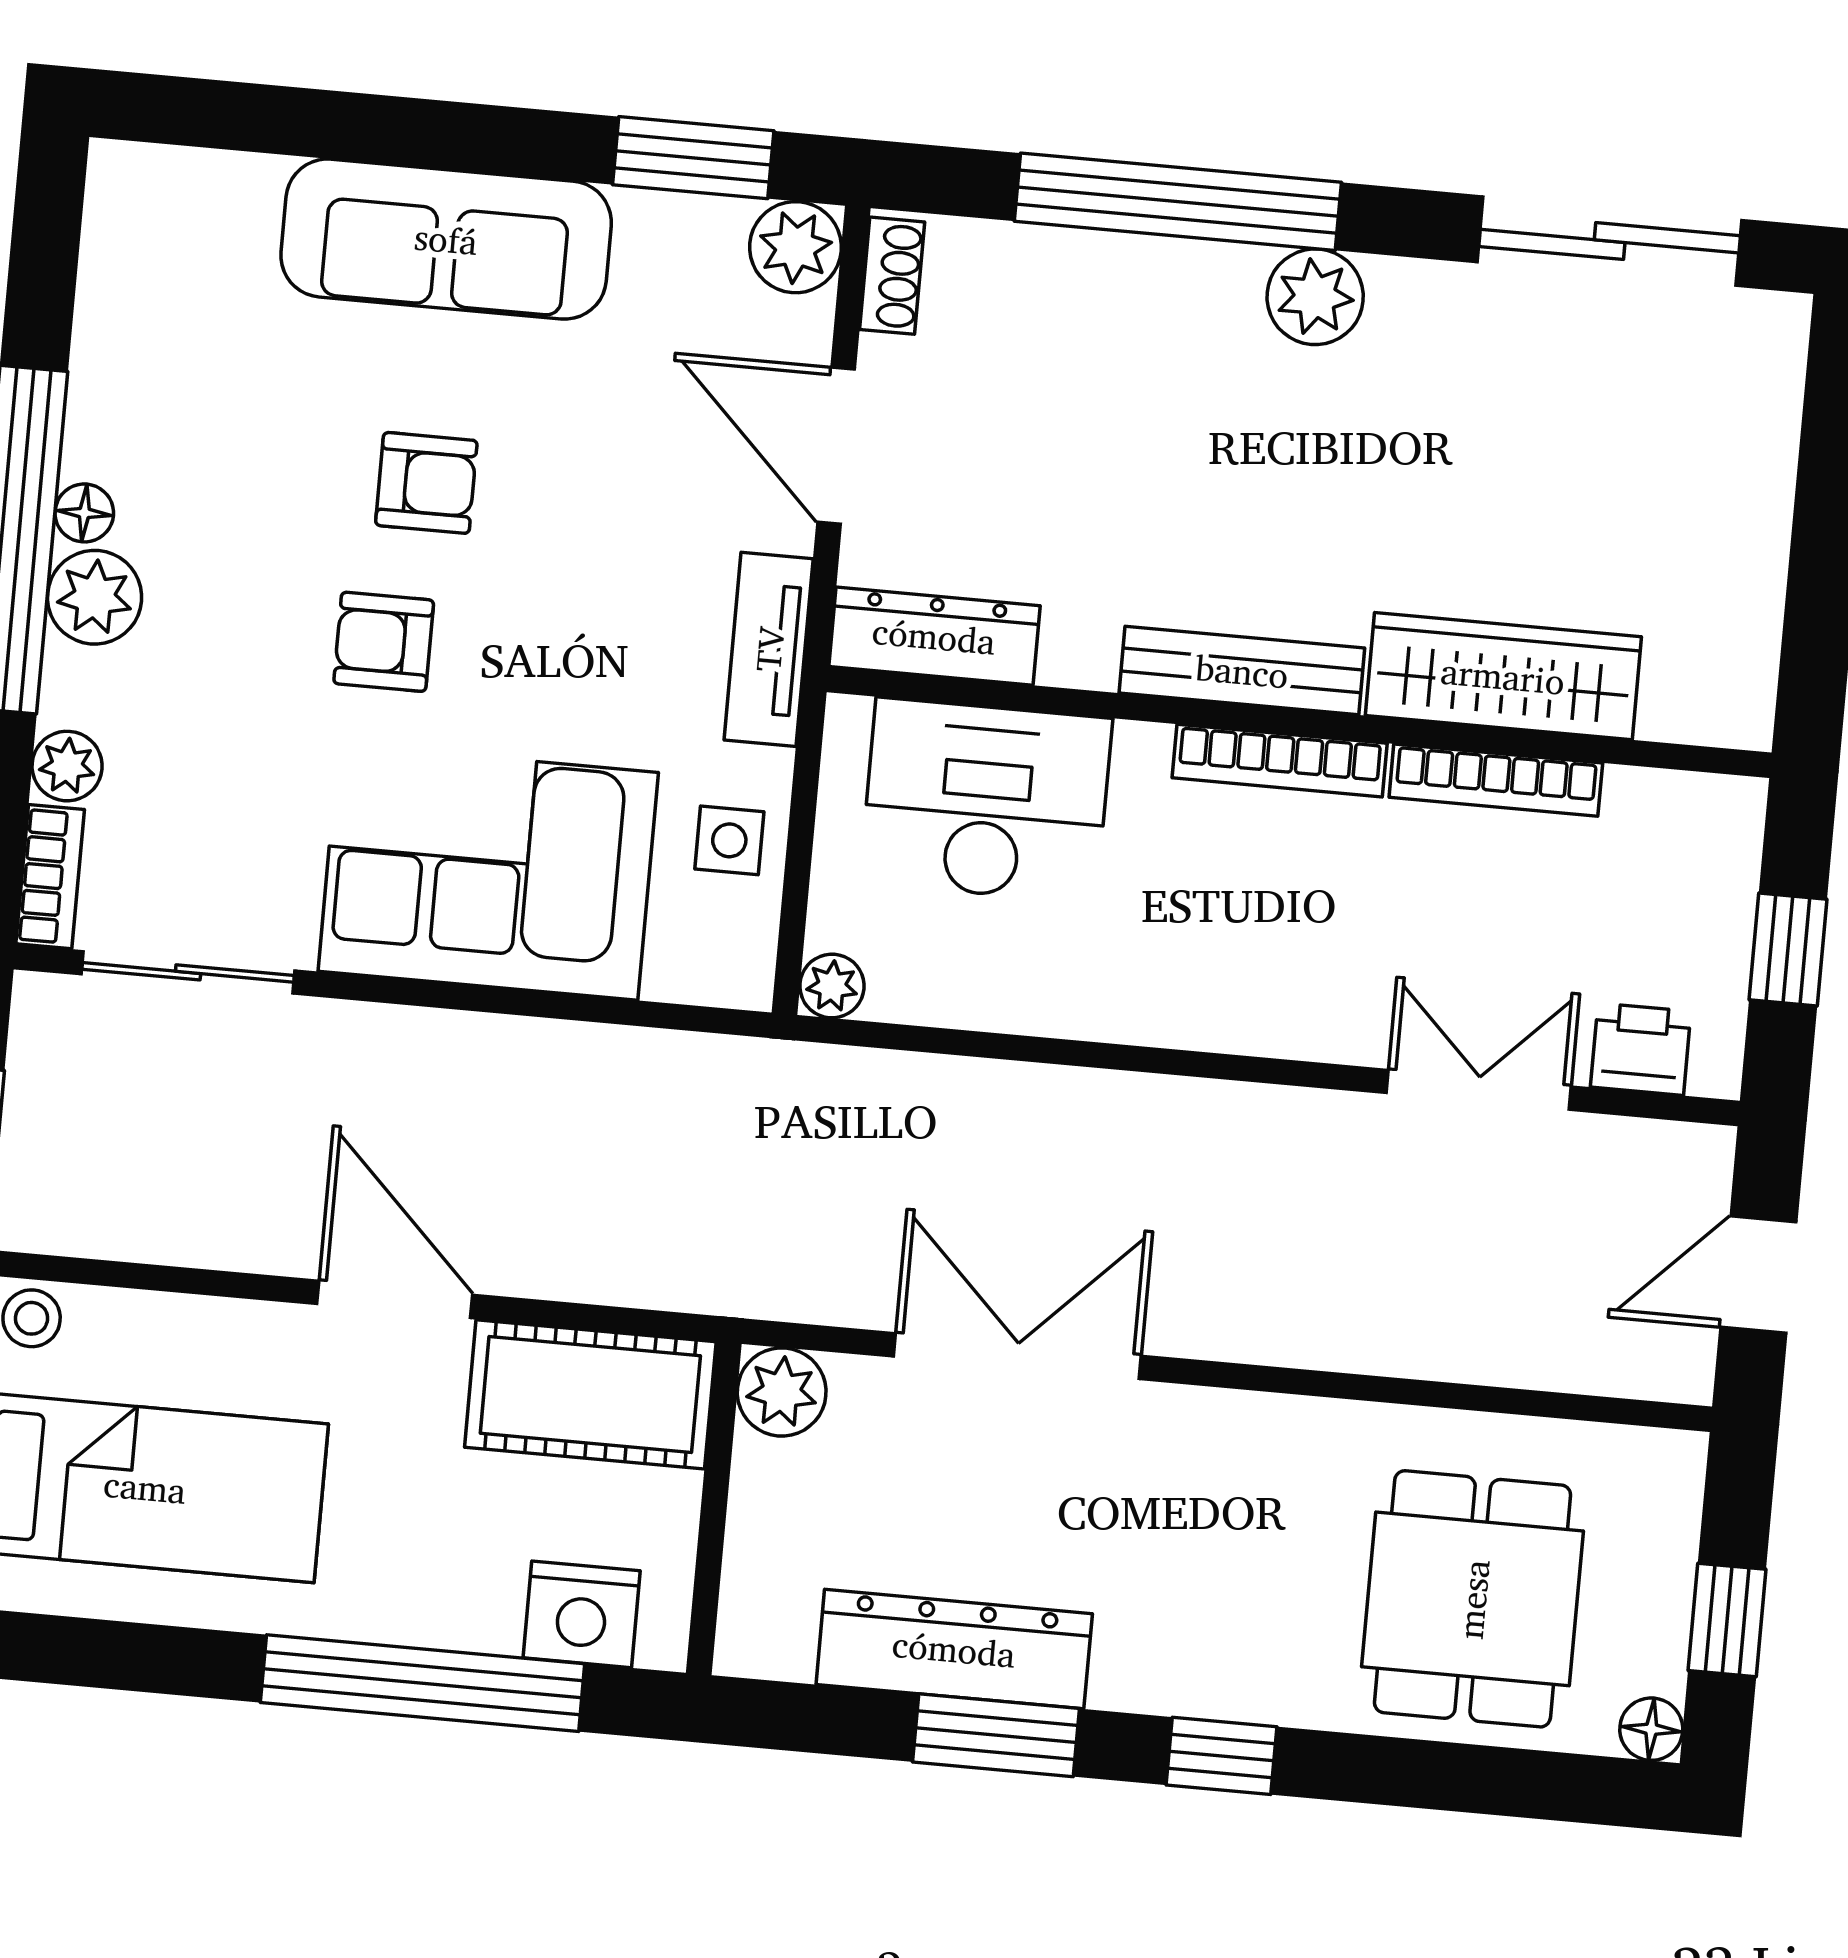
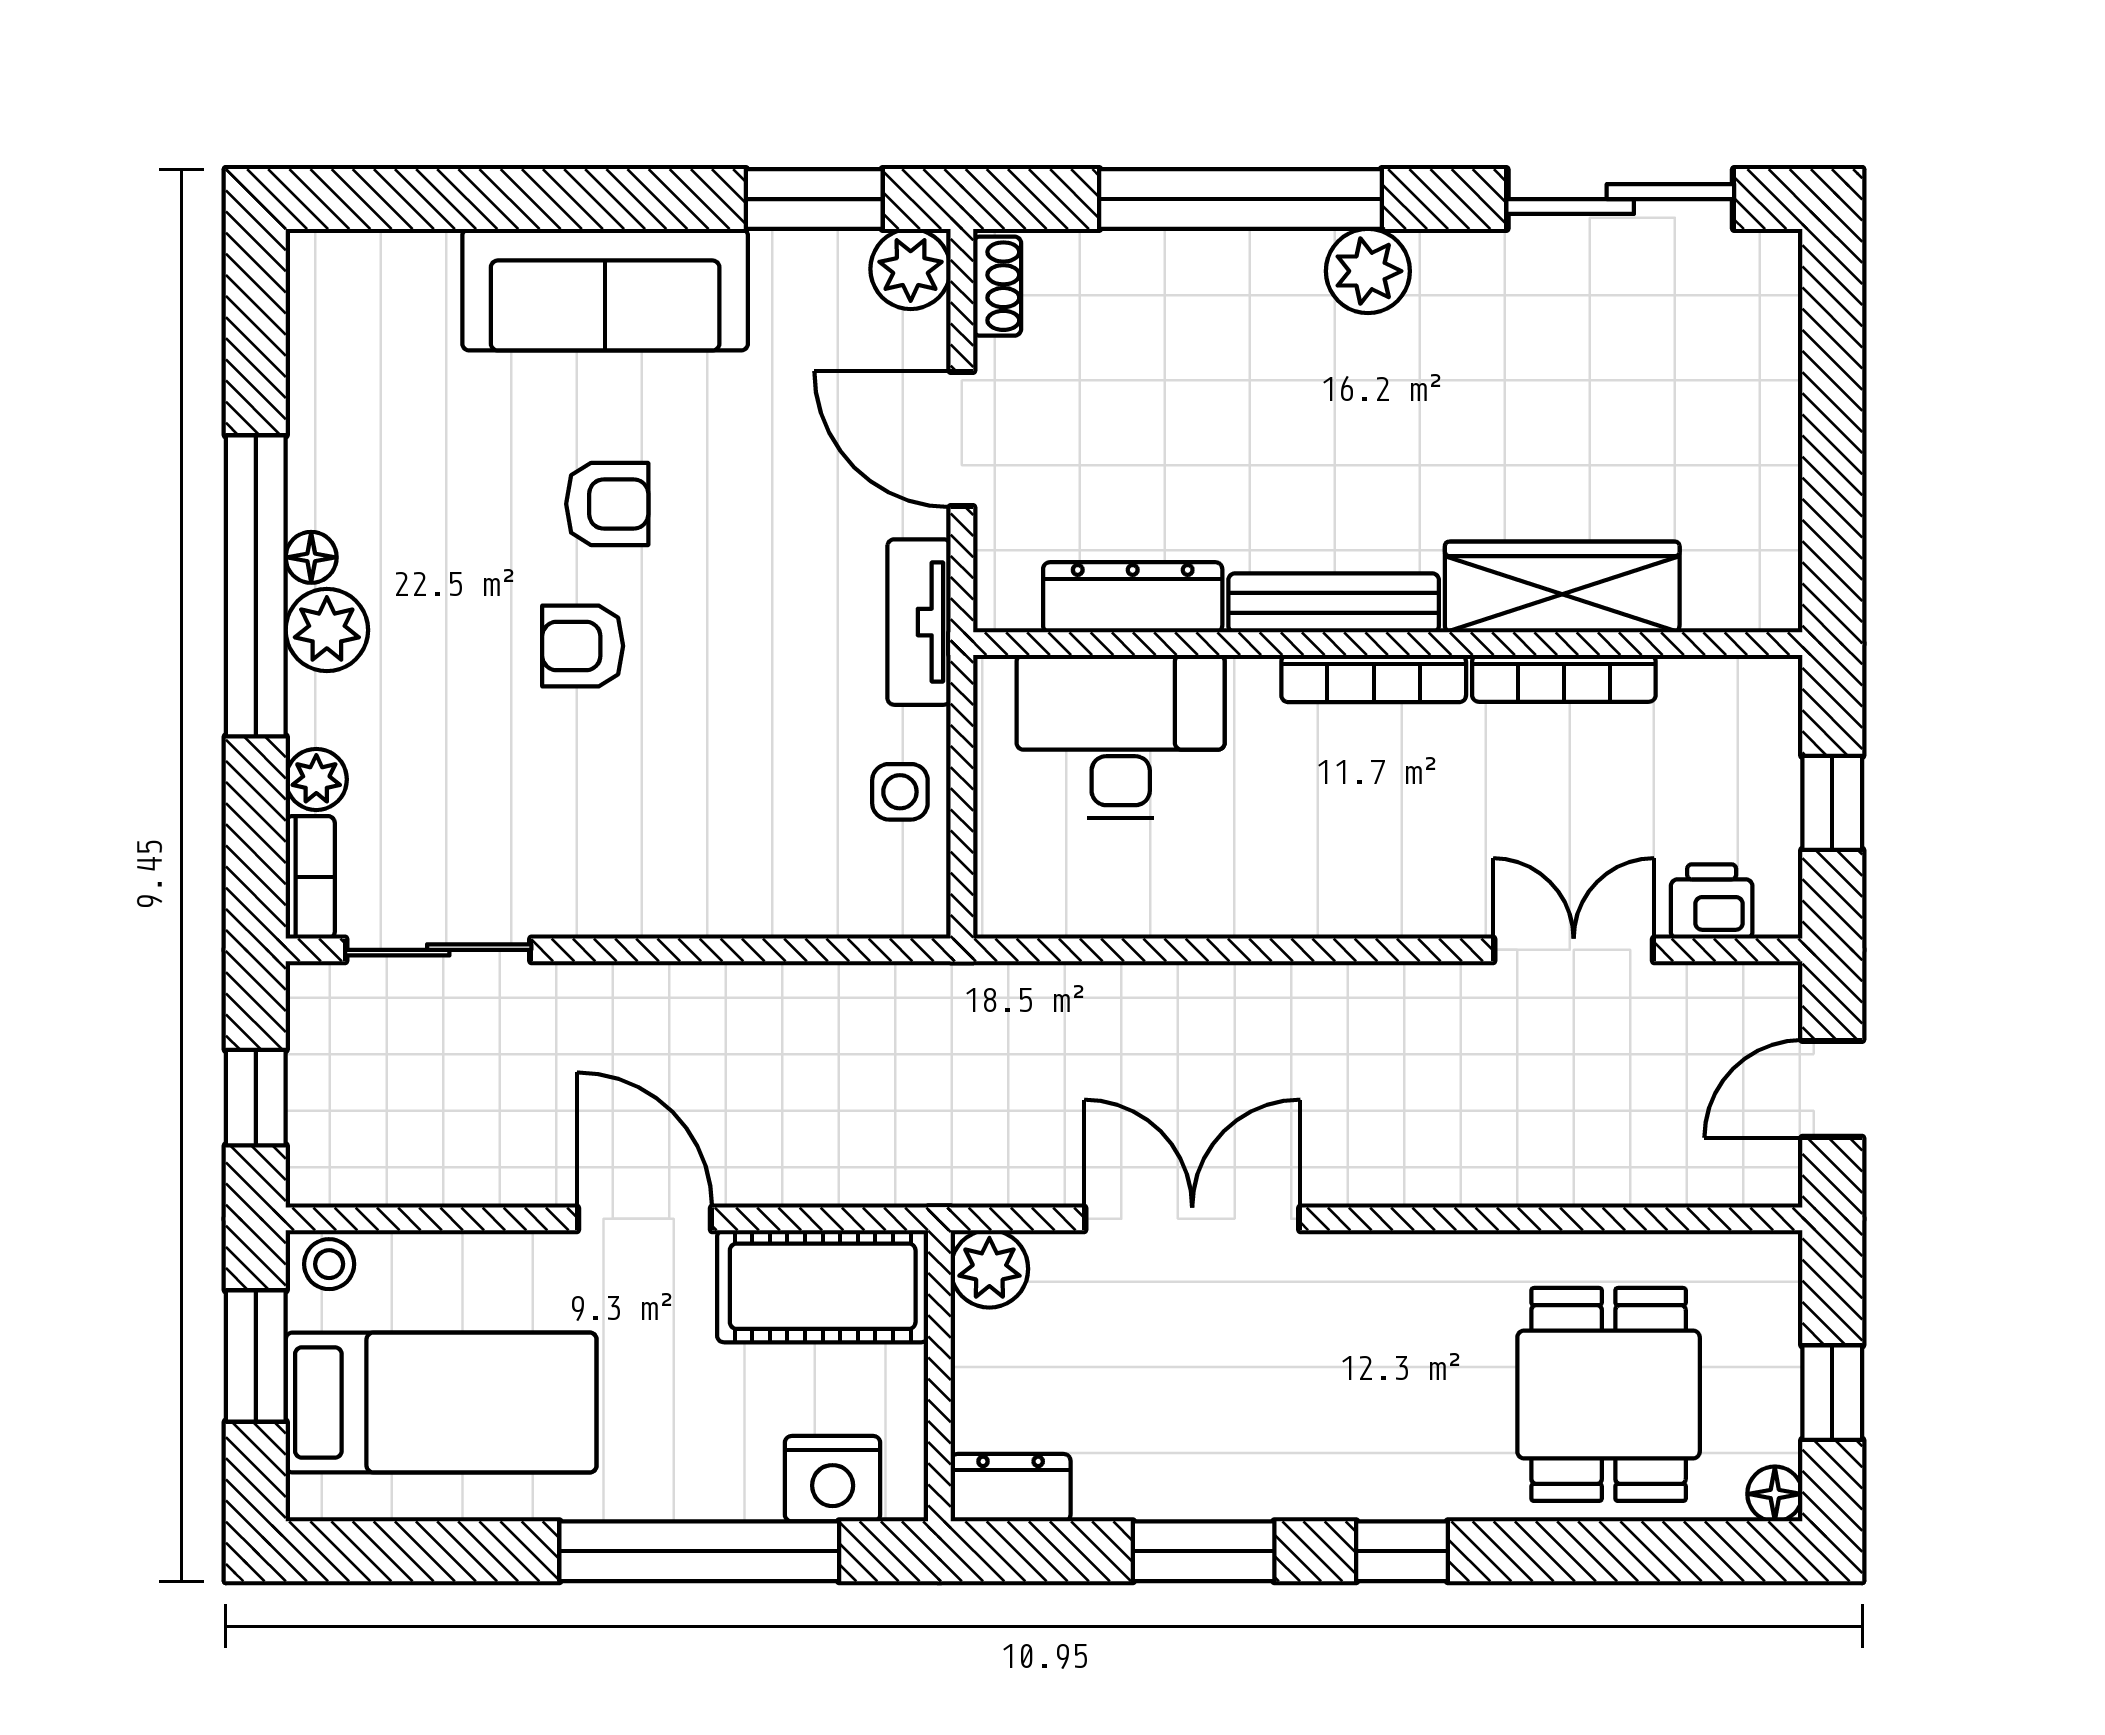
dresser: (934, 636) -> (1133, 597), moved
corner sofa: (488, 872) -> (692, 838), removed
plant: (832, 986) -> (1001, 911), removed
dresser: (954, 1649) -> (1011, 1488), moved, width x0.51, depth x0.80

